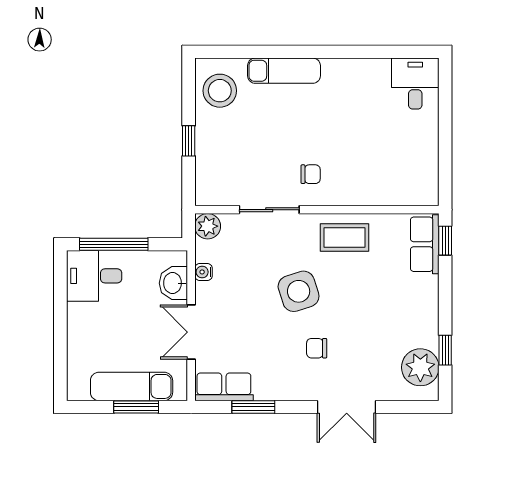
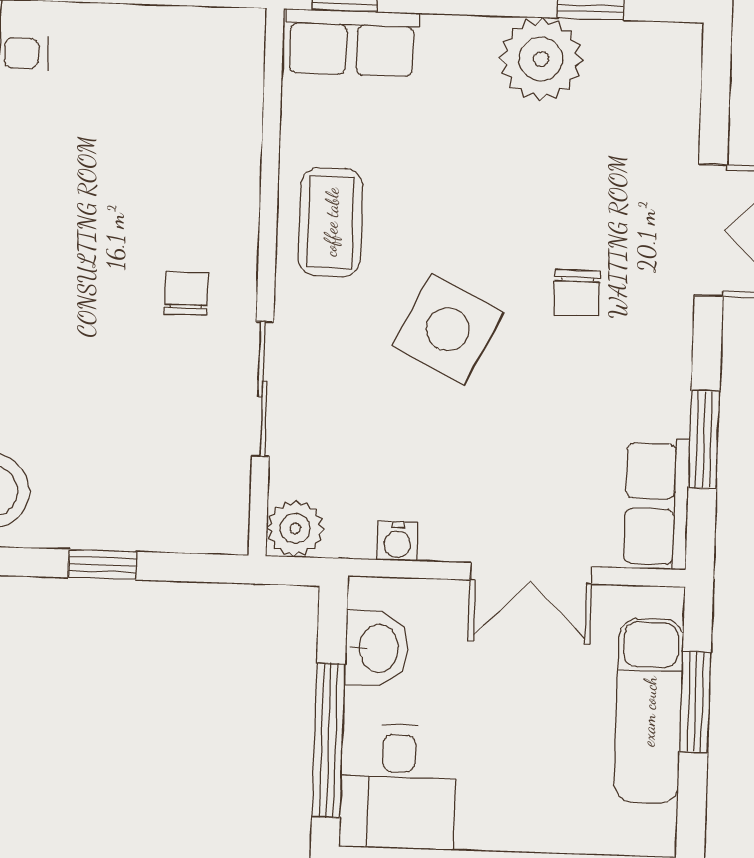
washbasin: (173, 283) -> (377, 648), moved, turned -90
side table: (299, 291) -> (448, 329), turned 45
plant: (420, 367) -> (541, 59), moved

